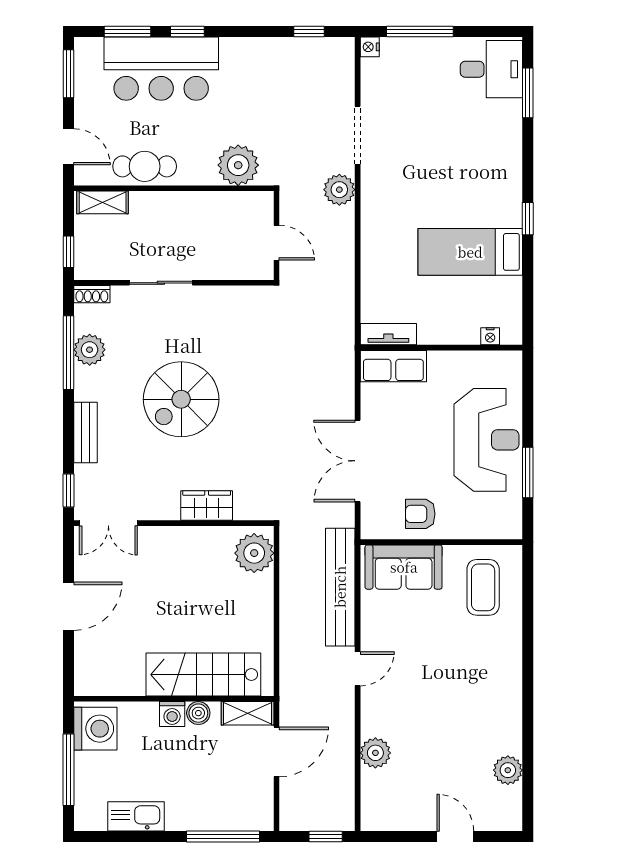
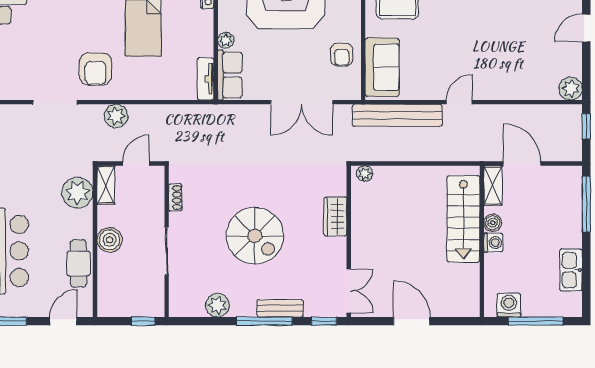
armchair: (401, 189) -> (95, 69), added
plant: (339, 190) -> (116, 116), moved
shelving: (103, 202) -> (106, 185), moved
boiler: (176, 207) -> (110, 240), added
shoe rack: (92, 294) -> (175, 198), moved
window: (69, 353) -> (264, 321), moved
plant: (439, 361) -> (226, 40), added
plant: (254, 553) -> (364, 174), width x0.53, depth x0.53
door: (358, 669) -> (459, 102), hinge flipped
washing machine: (95, 729) -> (509, 305), width x0.73, depth x0.73
plant: (375, 753) -> (571, 89), moved

